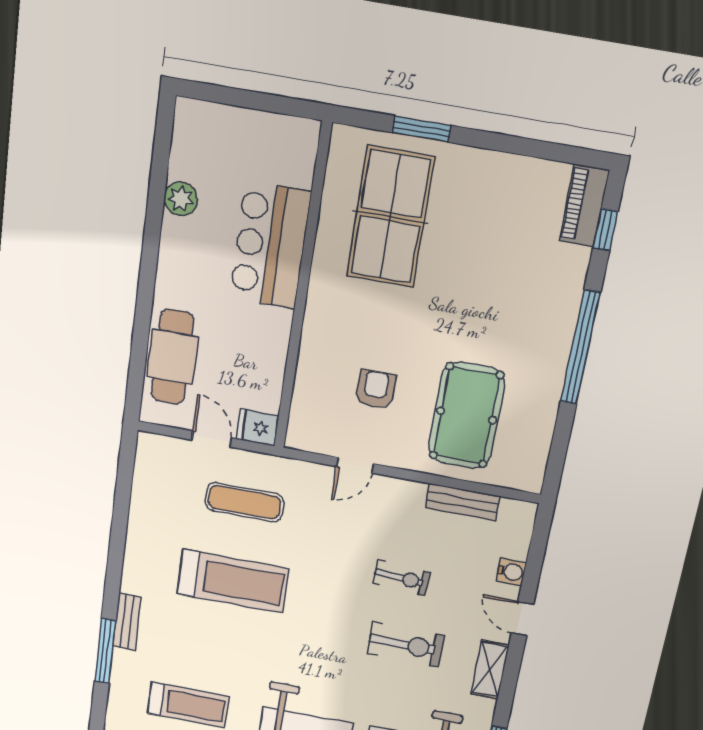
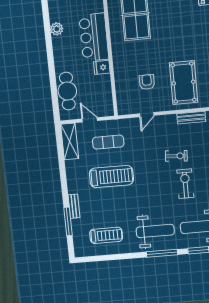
fridge: (258, 427) -> (102, 67), moved
shelving: (151, 475) -> (70, 142), added
exercise bike: (406, 645) -> (185, 184), turned -90

